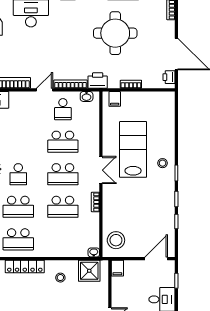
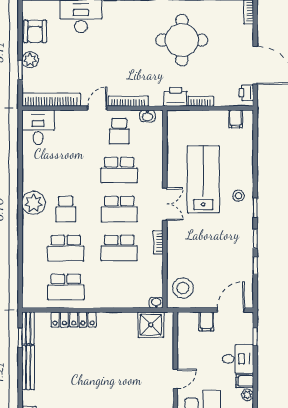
printer: (98, 81) -> (176, 97), moved
filing cabinet: (115, 99) -> (236, 119), moved
filing cabinet: (117, 268) -> (206, 321), moved
stool: (60, 278) -> (116, 333), removed

